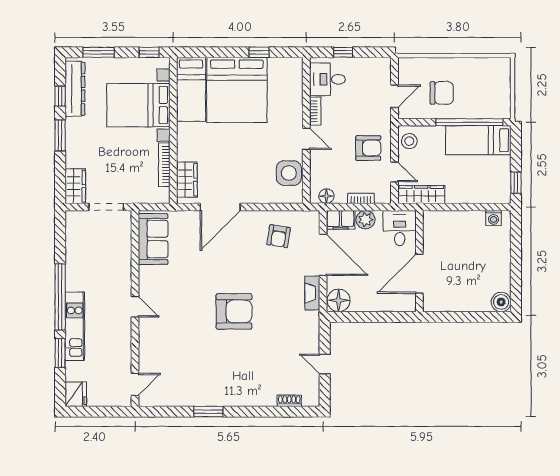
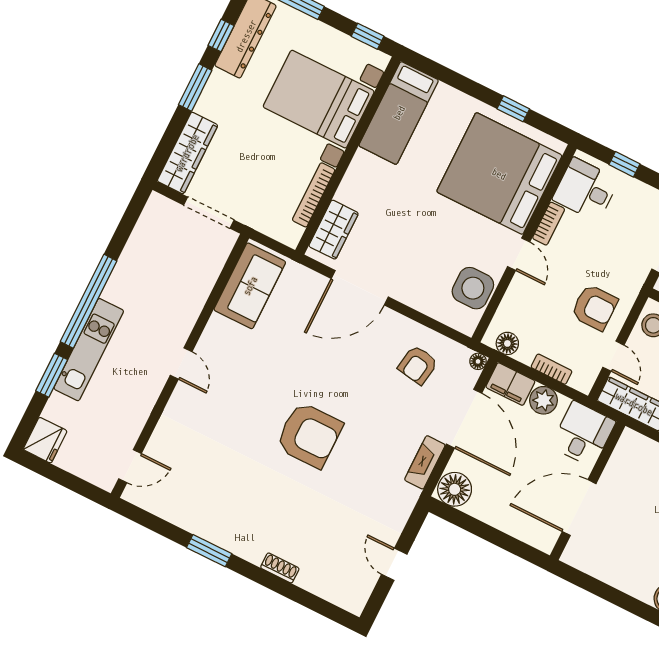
bed: (237, 90) -> (499, 174), moved, turned 90
wardrobe: (75, 186) -> (187, 153), width x1.50
floor lamp: (314, 216) -> (478, 361), added
shoe rack: (289, 401) -> (280, 568), moved

